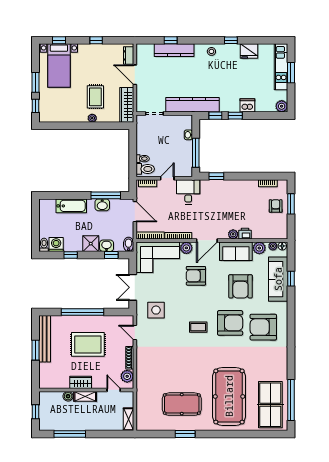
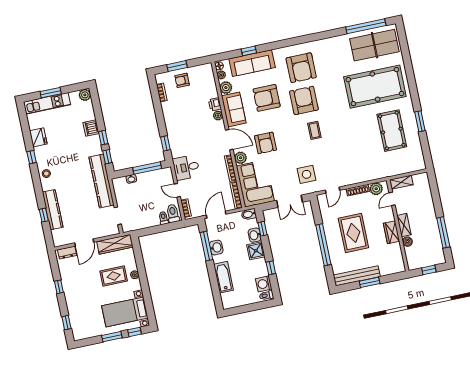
bed with nightstands: (59, 65) -> (125, 312), moved, turned 180
armchair: (240, 286) -> (267, 98), turned 180
shelving: (128, 419) -> (401, 182), moved

